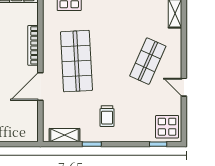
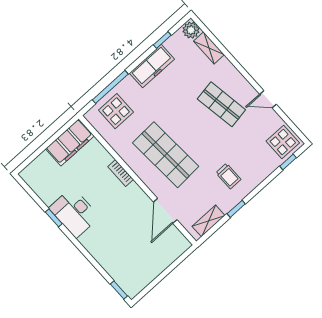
bookcase: (33, 45) -> (121, 173), width x0.64
shop shelf: (148, 61) -> (221, 104), turned -33
door: (40, 87) -> (165, 211), moved

